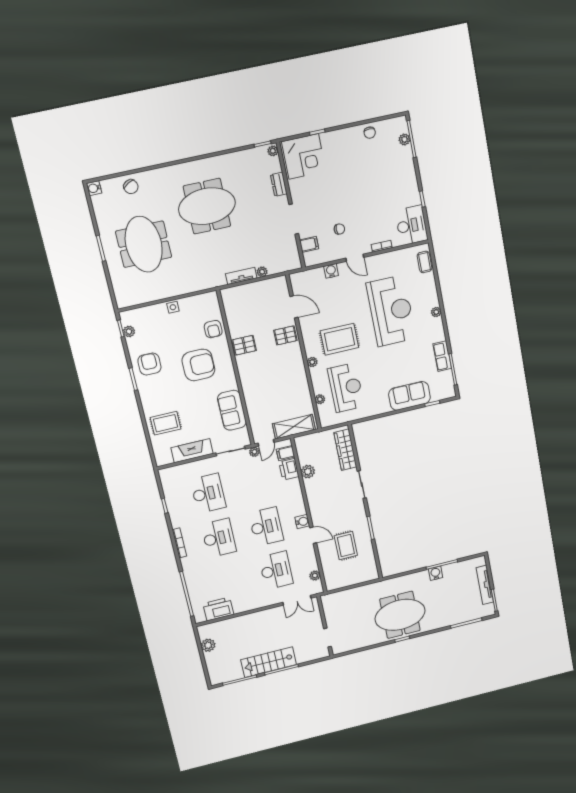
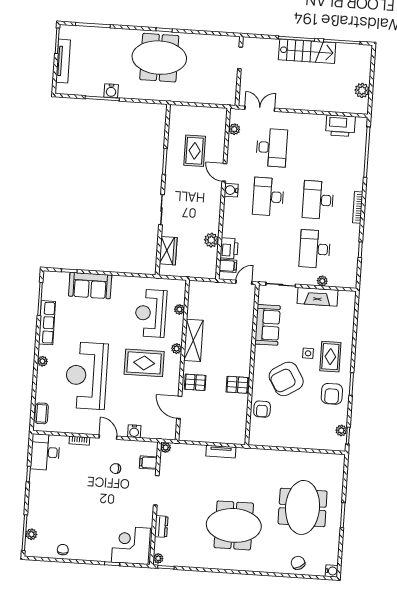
plant: (262, 272) -> (166, 448), moved
side table: (173, 307) -> (308, 353), moved
armchair: (213, 329) -> (262, 409), turned 180
row of seats: (442, 356) -> (47, 323), width x1.48
armchair: (198, 365) -> (286, 379), turned -31
rug: (166, 423) -> (330, 357), moved, turned 90
shelving: (294, 427) -> (193, 340), moved, turned 90
wardrobe: (345, 450) -> (168, 251), width x0.67
plant: (254, 452) -> (322, 281), moved
desk: (276, 570) -> (272, 148), turned 180

